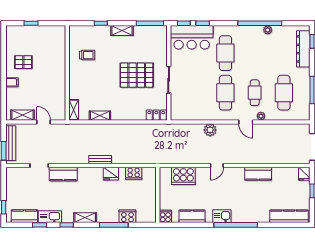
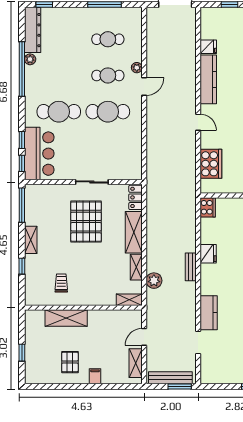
dresser: (303, 49) -> (33, 30), moved, turned -90
shelving: (59, 59) -> (66, 318), added
cafe table: (284, 93) -> (108, 39), width x0.73, depth x0.74
shelving: (128, 114) -> (134, 232), added
plant: (210, 130) -> (154, 281), moved
cooker: (134, 173) -> (208, 207), moved
kitchen counter: (258, 174) -> (208, 79), width x1.50
fridge: (304, 174) -> (208, 47), moved

